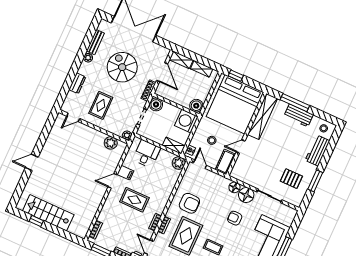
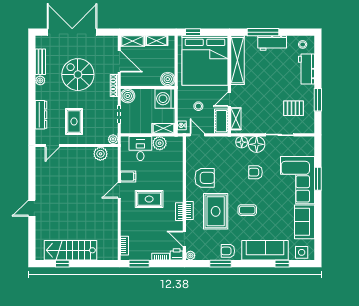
dresser: (77, 83) -> (41, 115), width x1.44
plant: (179, 163) -> (160, 143), moved
shelving: (239, 165) -> (236, 119), added

